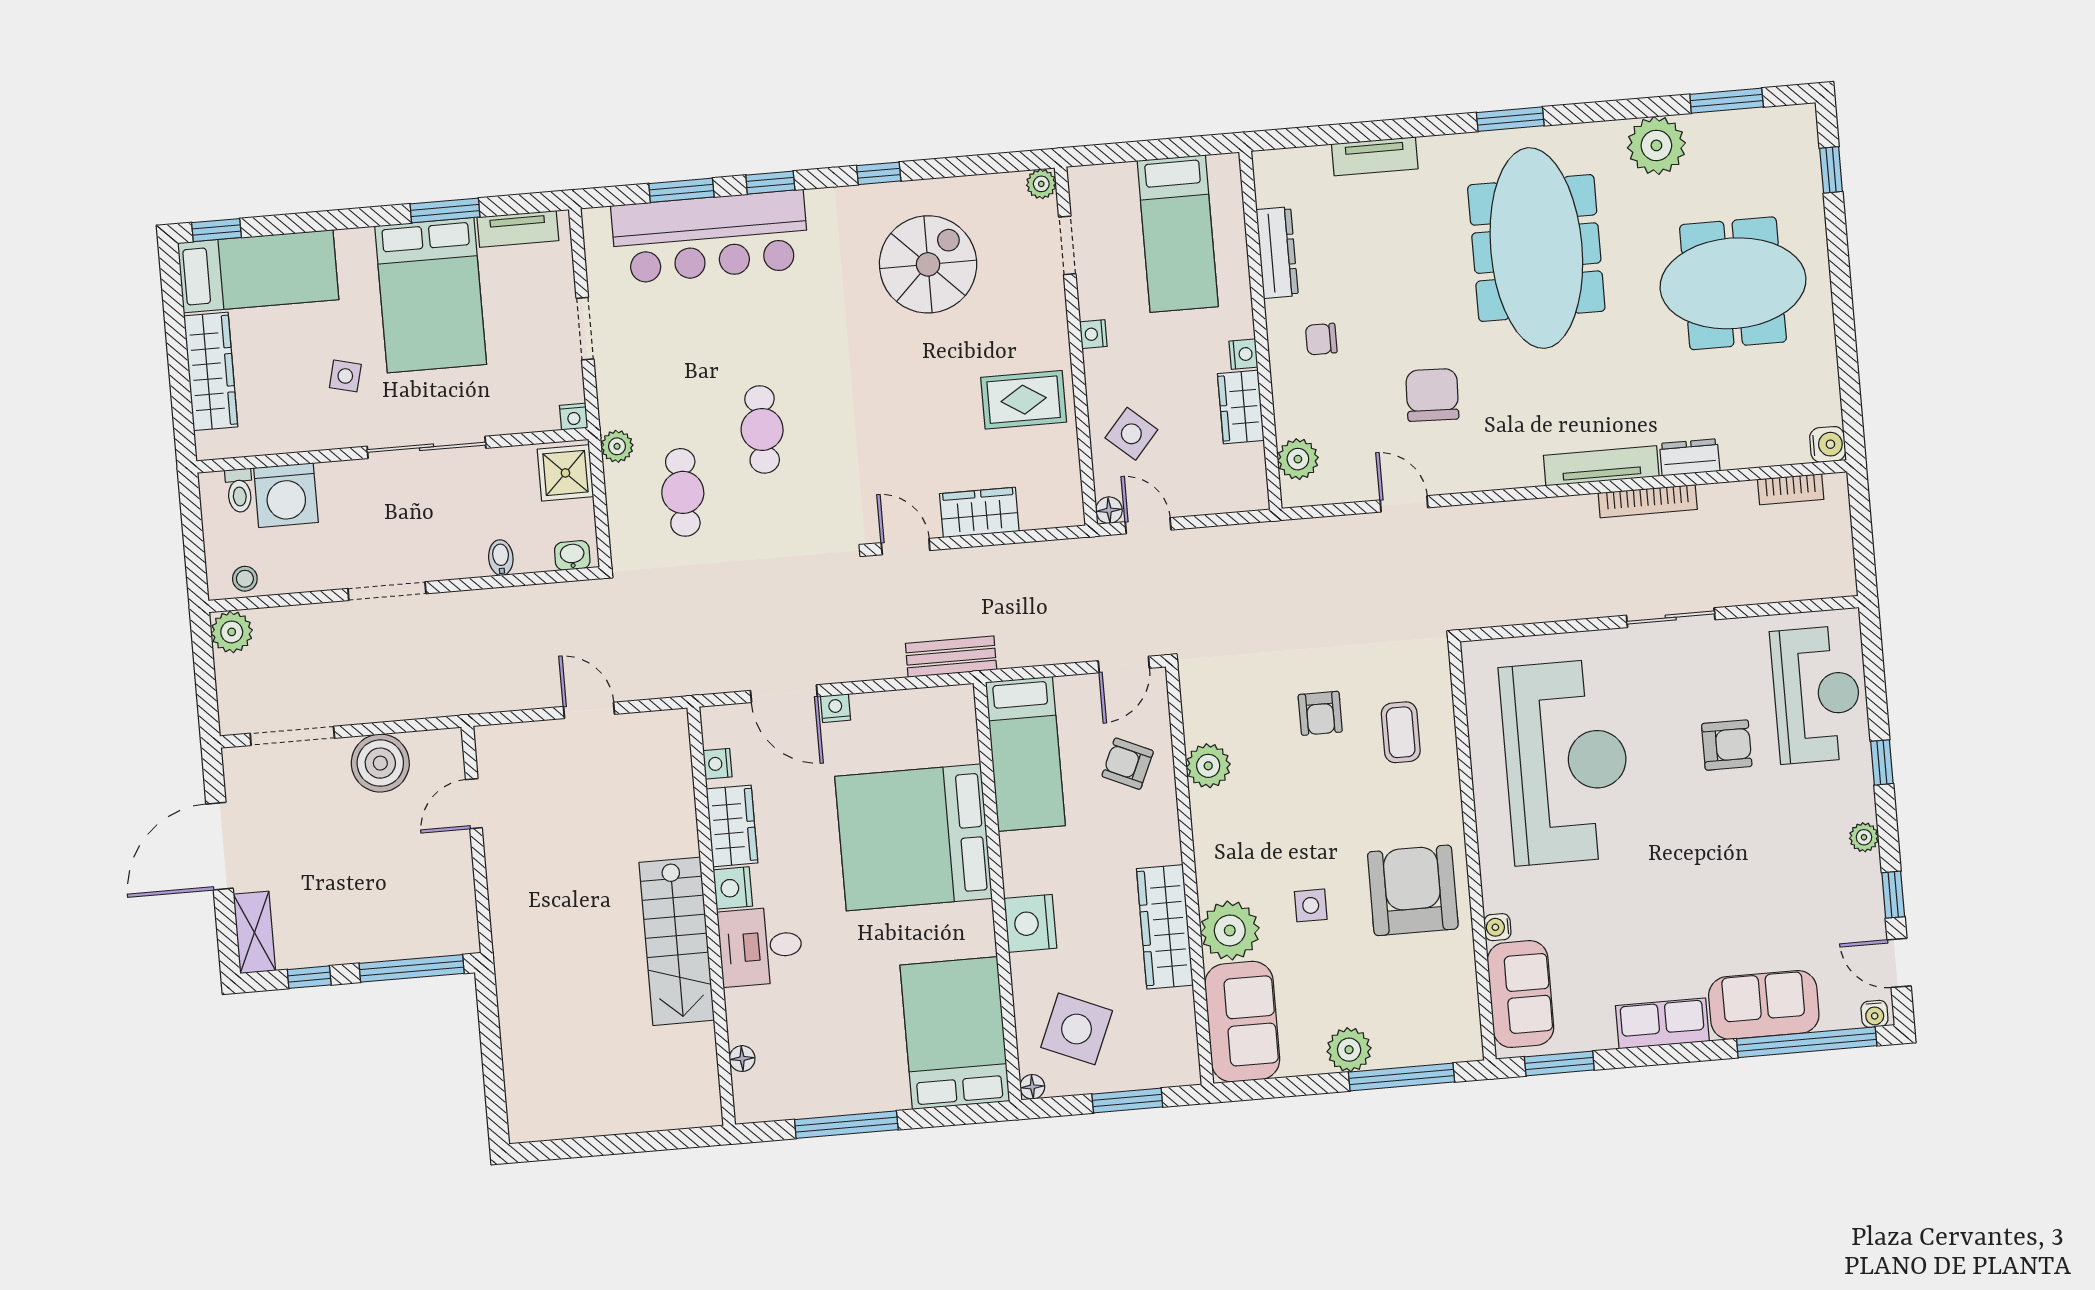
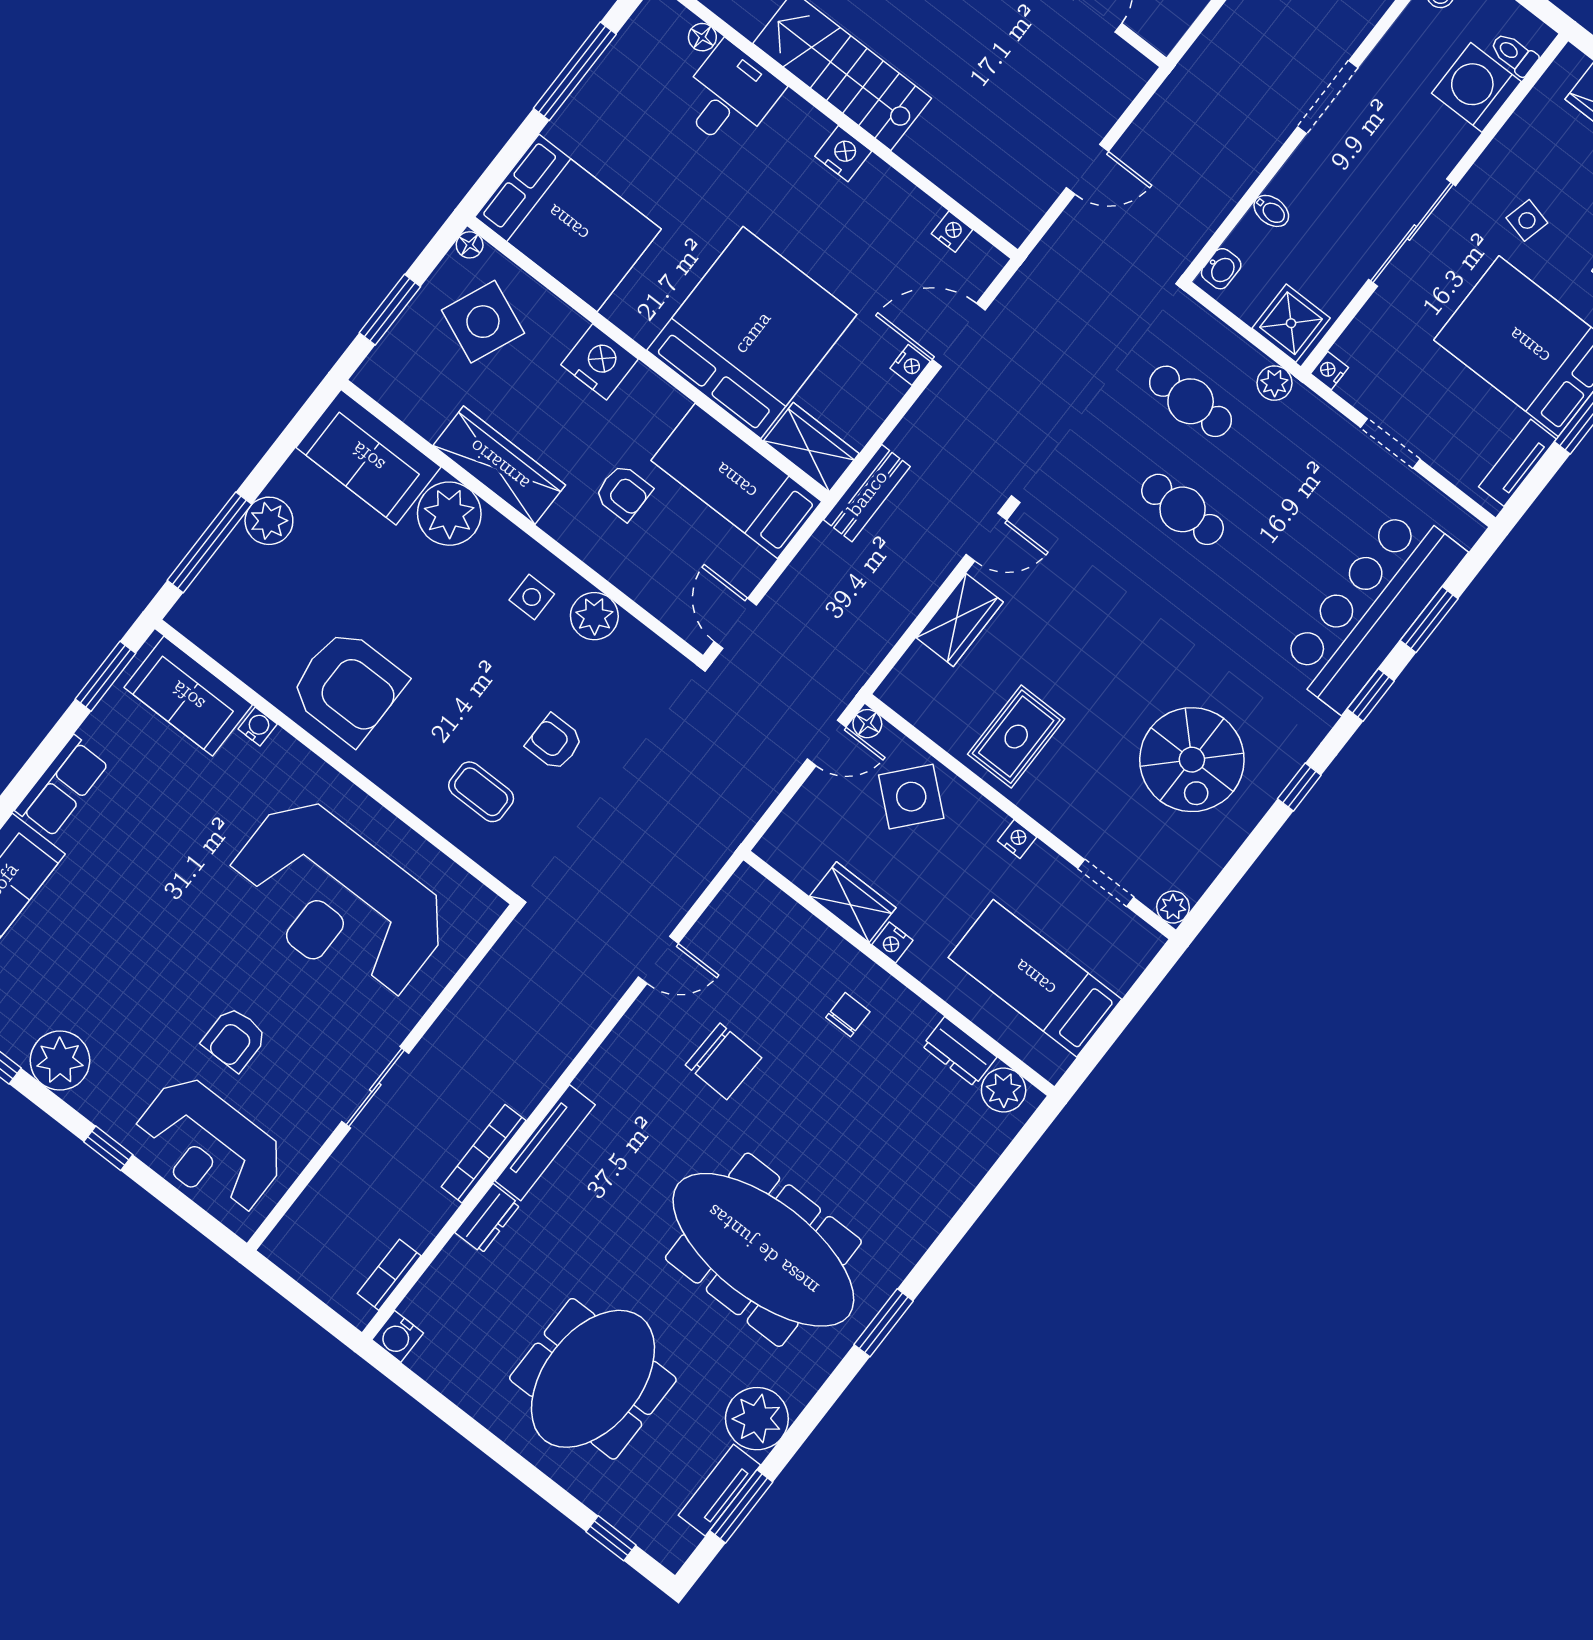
tv unit: (1375, 156) -> (719, 1490), moved
dresser: (1277, 253) -> (959, 1052), width x0.70
side table: (1131, 434) -> (911, 797), width x1.37, depth x1.37
plant: (1298, 459) -> (1004, 1090), moved
armchair: (1128, 764) -> (623, 492), moved, turned 66
wardrobe: (732, 826) -> (811, 447), moved, turned 180
plant: (1864, 837) -> (60, 1061), width x1.88, depth x1.88
side table: (1311, 905) -> (532, 597), moved
desk: (760, 946) -> (729, 96), moved

